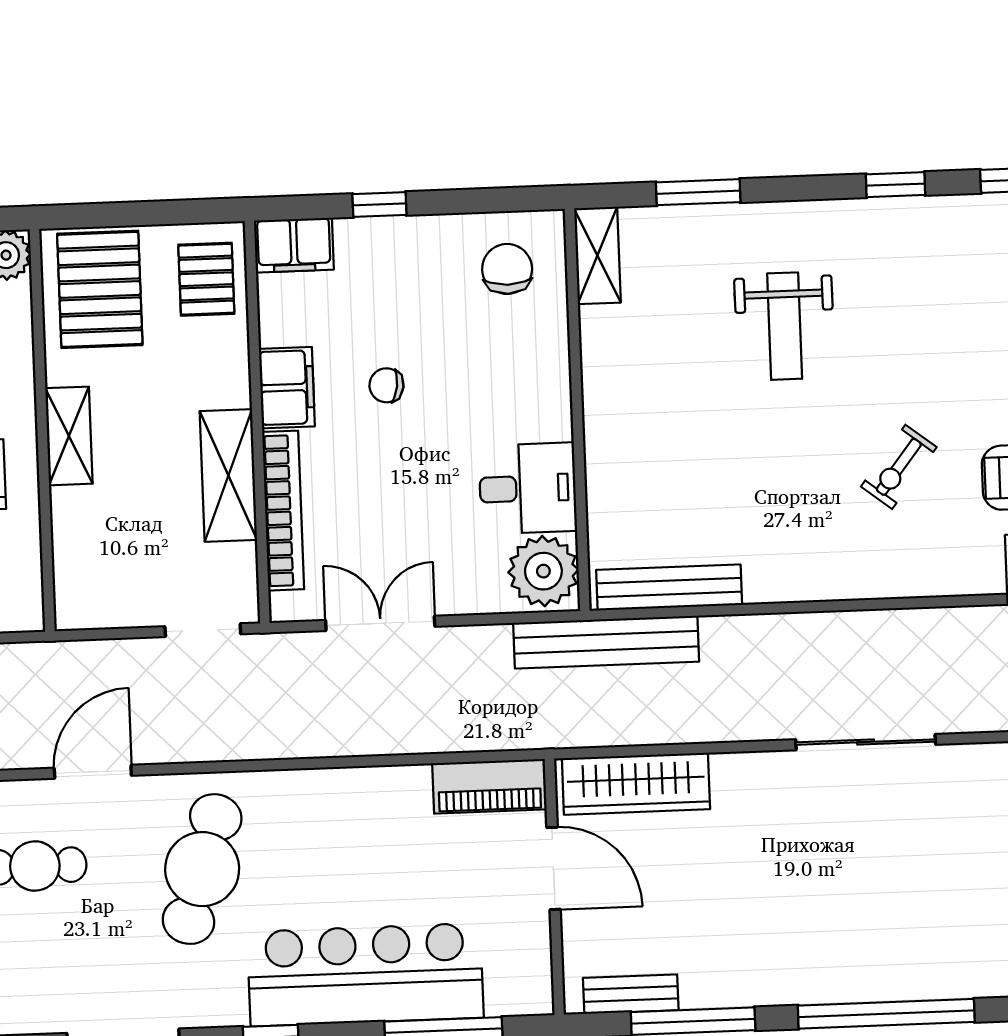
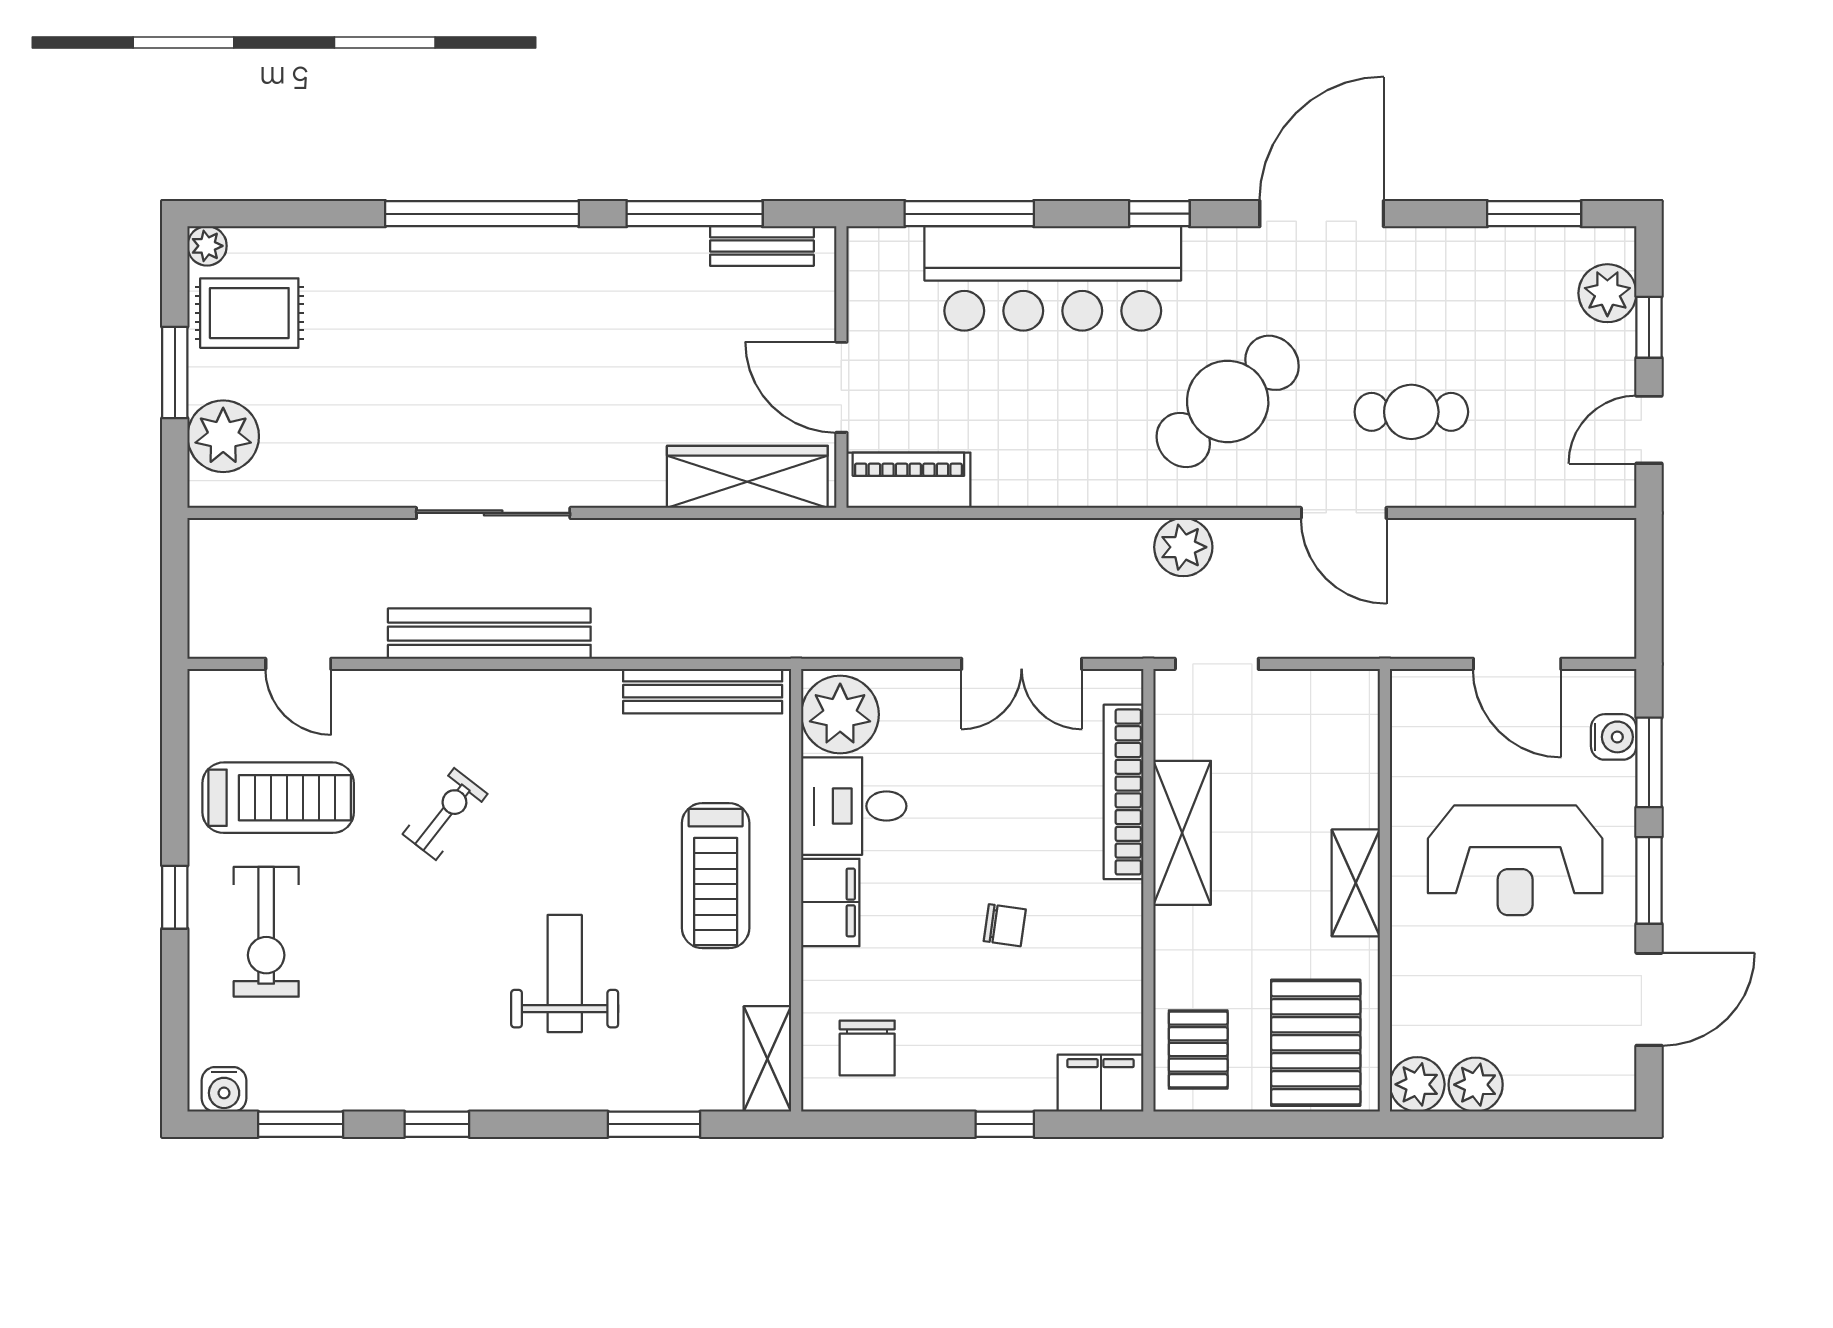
filing cabinet: (287, 388) -> (830, 902), moved, turned 180
treadmill: (651, 420) -> (716, 876), added
bench: (606, 642) -> (489, 634), moved
plant: (237, 735) -> (1183, 547), added
door: (93, 772) -> (1344, 513), hinge flipped
cafe table: (202, 869) -> (1228, 401), turned 32

